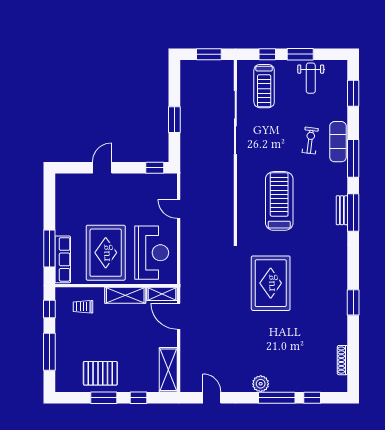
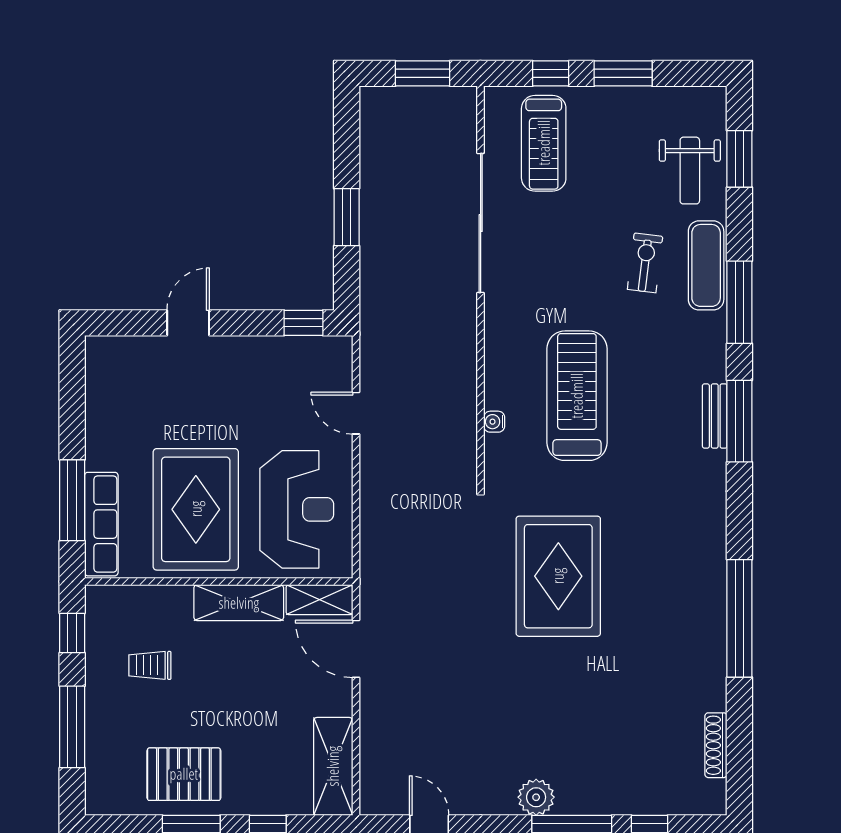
weight bench: (311, 78) -> (690, 171), moved
water cooler: (242, 213) -> (494, 422), added
window: (353, 302) -> (739, 618), width x2.11
trolley: (83, 307) -> (150, 665), moved

